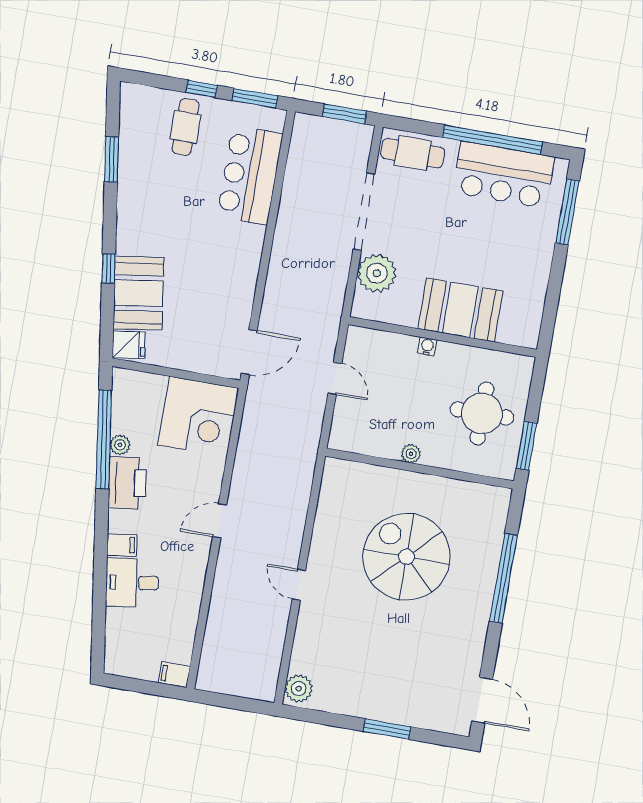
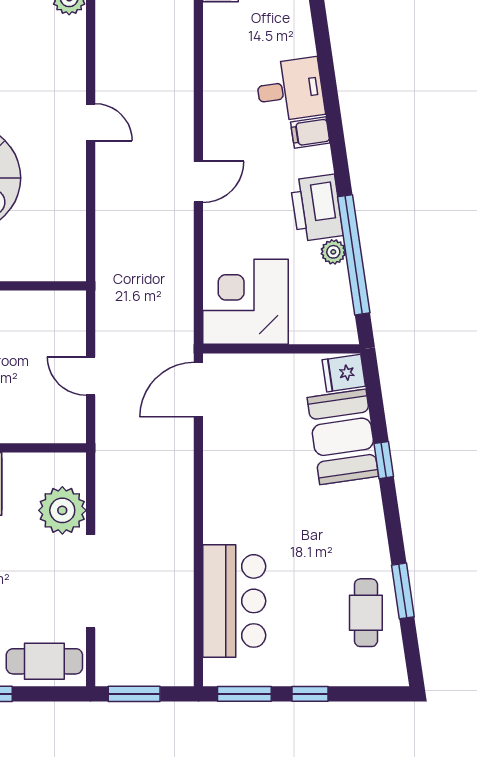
cafe table: (186, 127) -> (366, 613), moved

